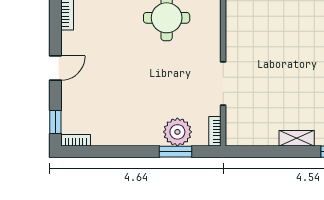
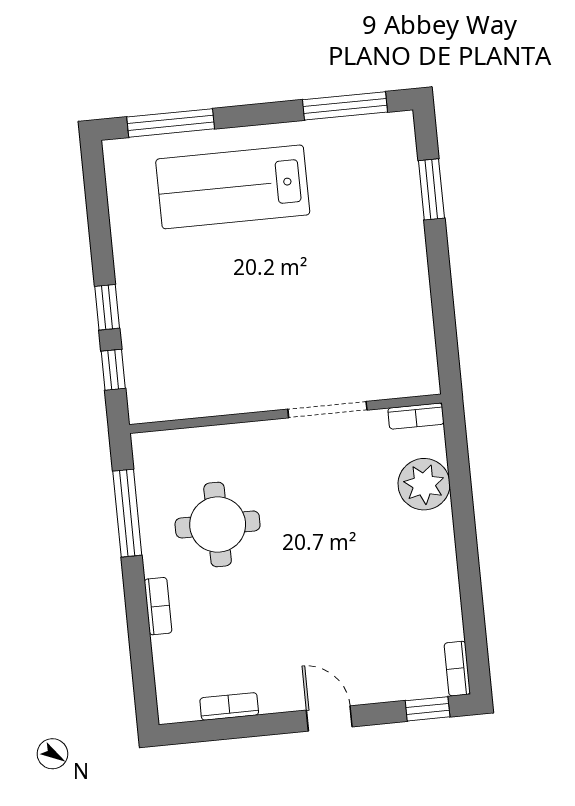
shelving: (297, 138) -> (414, 265), removed
window: (175, 152) -> (460, 484), removed

